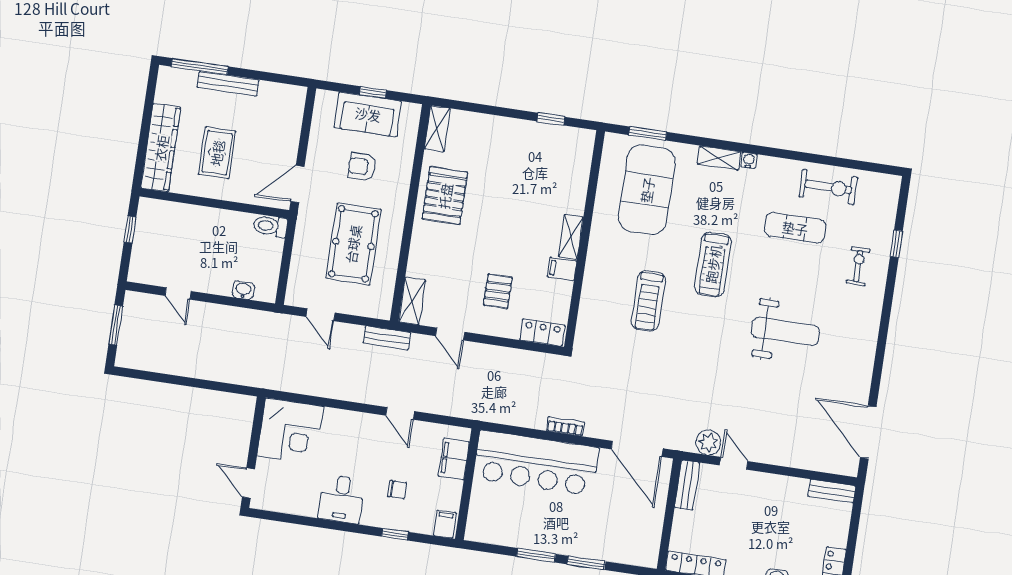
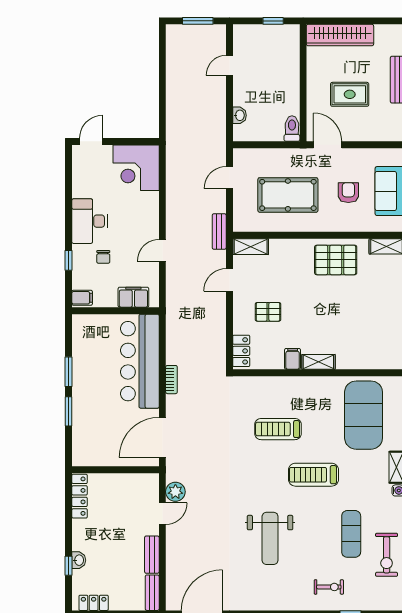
rug: (217, 153) -> (350, 94), moved
exercise mat: (647, 190) -> (364, 415), turned 90
bench: (687, 485) -> (152, 555), moved, turned 90
desk: (341, 499) -> (90, 221), width x1.37

